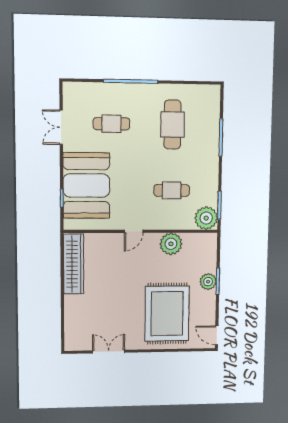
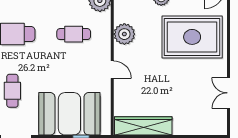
cafe table: (172, 190) -> (74, 34), turned 90

